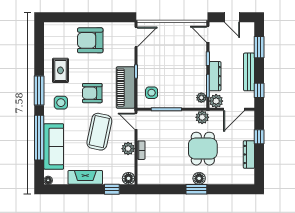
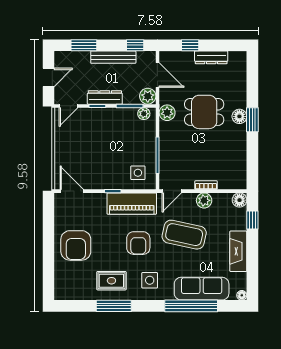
dresser: (215, 76) -> (105, 97), moved
window: (39, 91) -> (114, 306), moved

